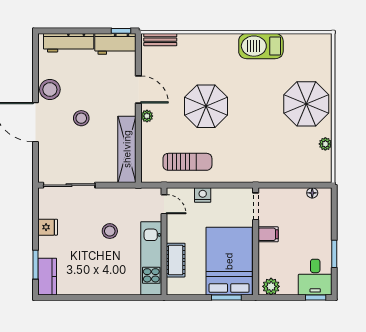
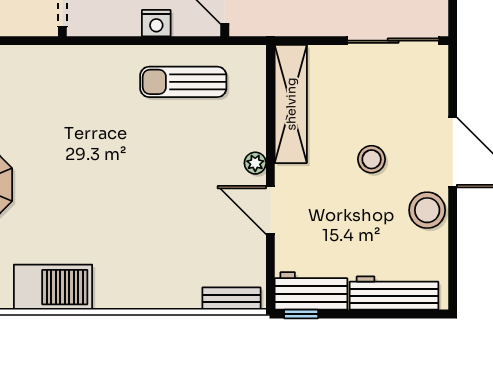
parasol: (206, 106) -> (150, 181), removed

